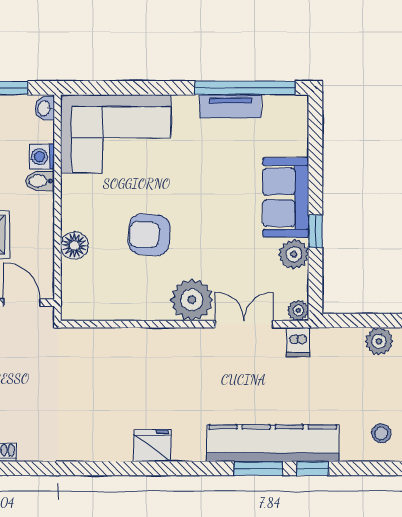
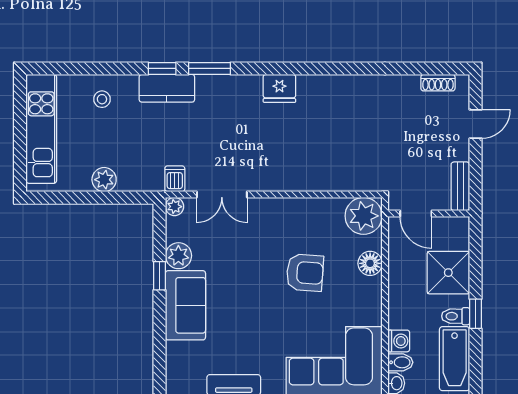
bidet: (40, 181) -> (400, 362), moved
plant: (192, 300) -> (364, 216), moved
kitchen counter: (273, 443) -> (167, 88), width x0.48, depth x0.86
fridge: (152, 446) -> (279, 88), moved

